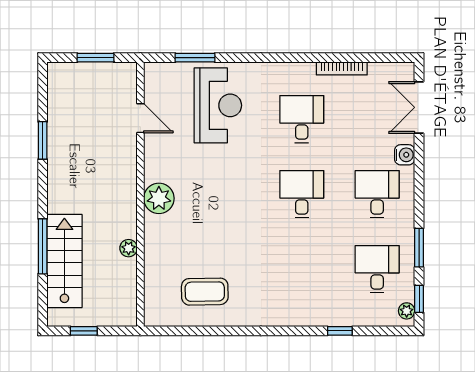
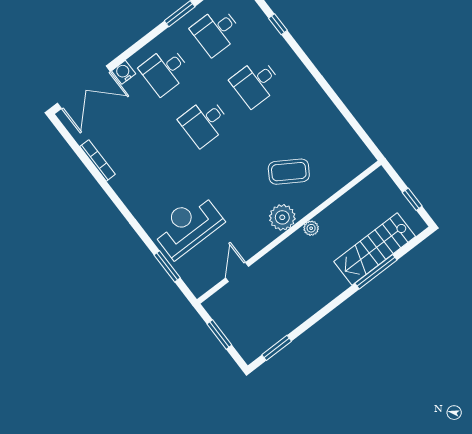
double door: (419, 107) -> (84, 87), width x1.37
desk: (302, 119) -> (256, 83), moved
window: (43, 140) -> (277, 348), moved
plant: (129, 248) -> (311, 228), moved
coffee table: (205, 292) -> (289, 172), moved, turned -57

